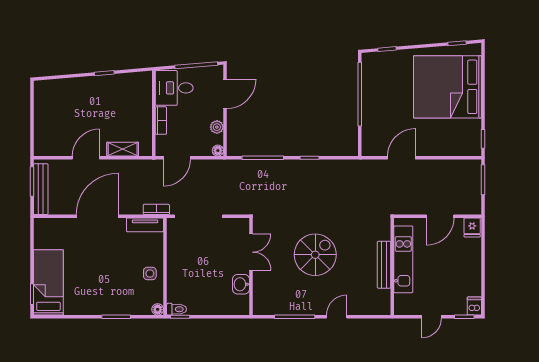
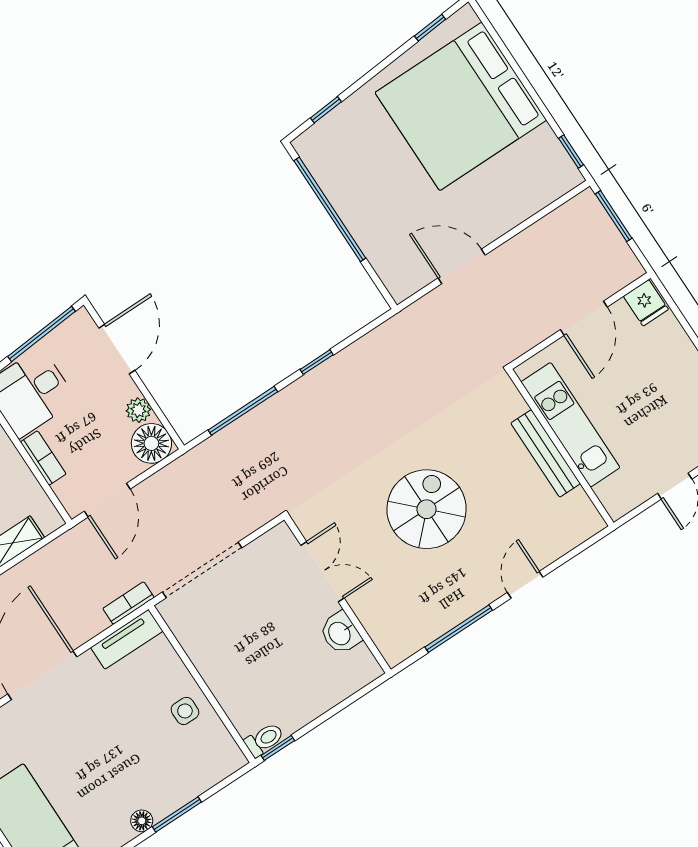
floor lamp: (218, 151) -> (151, 443), width x1.89, depth x1.89
door: (401, 158) -> (462, 266), hinge flipped
floor lamp: (158, 309) -> (142, 821), moved

